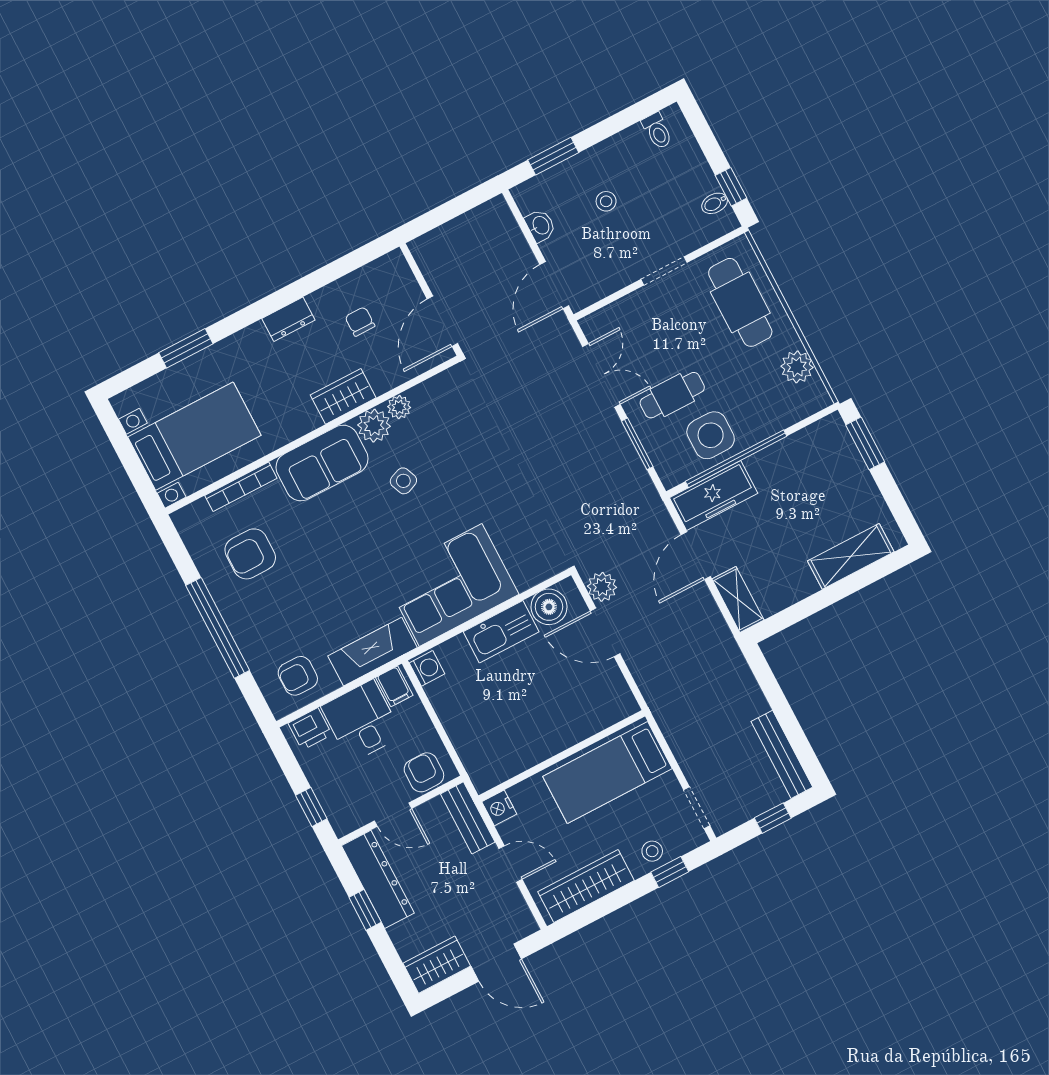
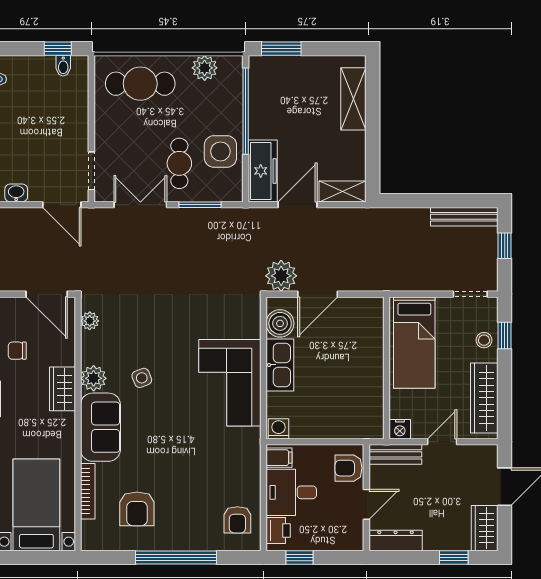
stool: (606, 201) -> (23, 139), removed
doorway: (664, 271) -> (91, 171), moved
plant: (399, 407) -> (90, 321), moved
window: (736, 459) -> (246, 111), moved
door: (696, 556) -> (297, 205), swing flipped
plant: (602, 587) -> (281, 276), width x1.36, depth x1.36
fireplace: (373, 652) -> (248, 460), removed
window: (311, 807) -> (299, 557), moved
dresser: (378, 879) -> (396, 540), width x0.73, depth x0.80
window: (365, 910) -> (454, 557), moved

